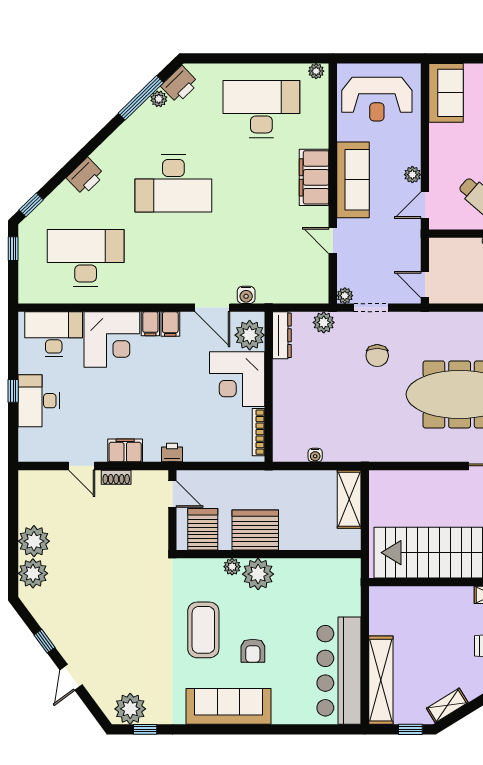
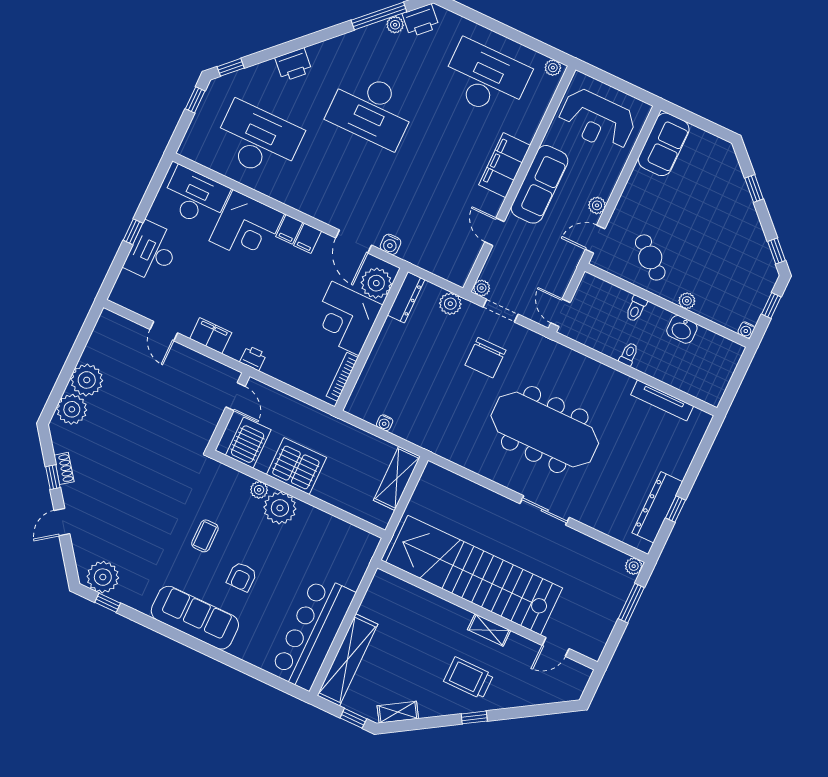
chair: (377, 356) -> (485, 358), width x1.37, depth x1.37
shoe rack: (116, 477) -> (64, 468), moved, turned -126
coffee table: (203, 630) -> (205, 536), width x0.54, depth x0.58

